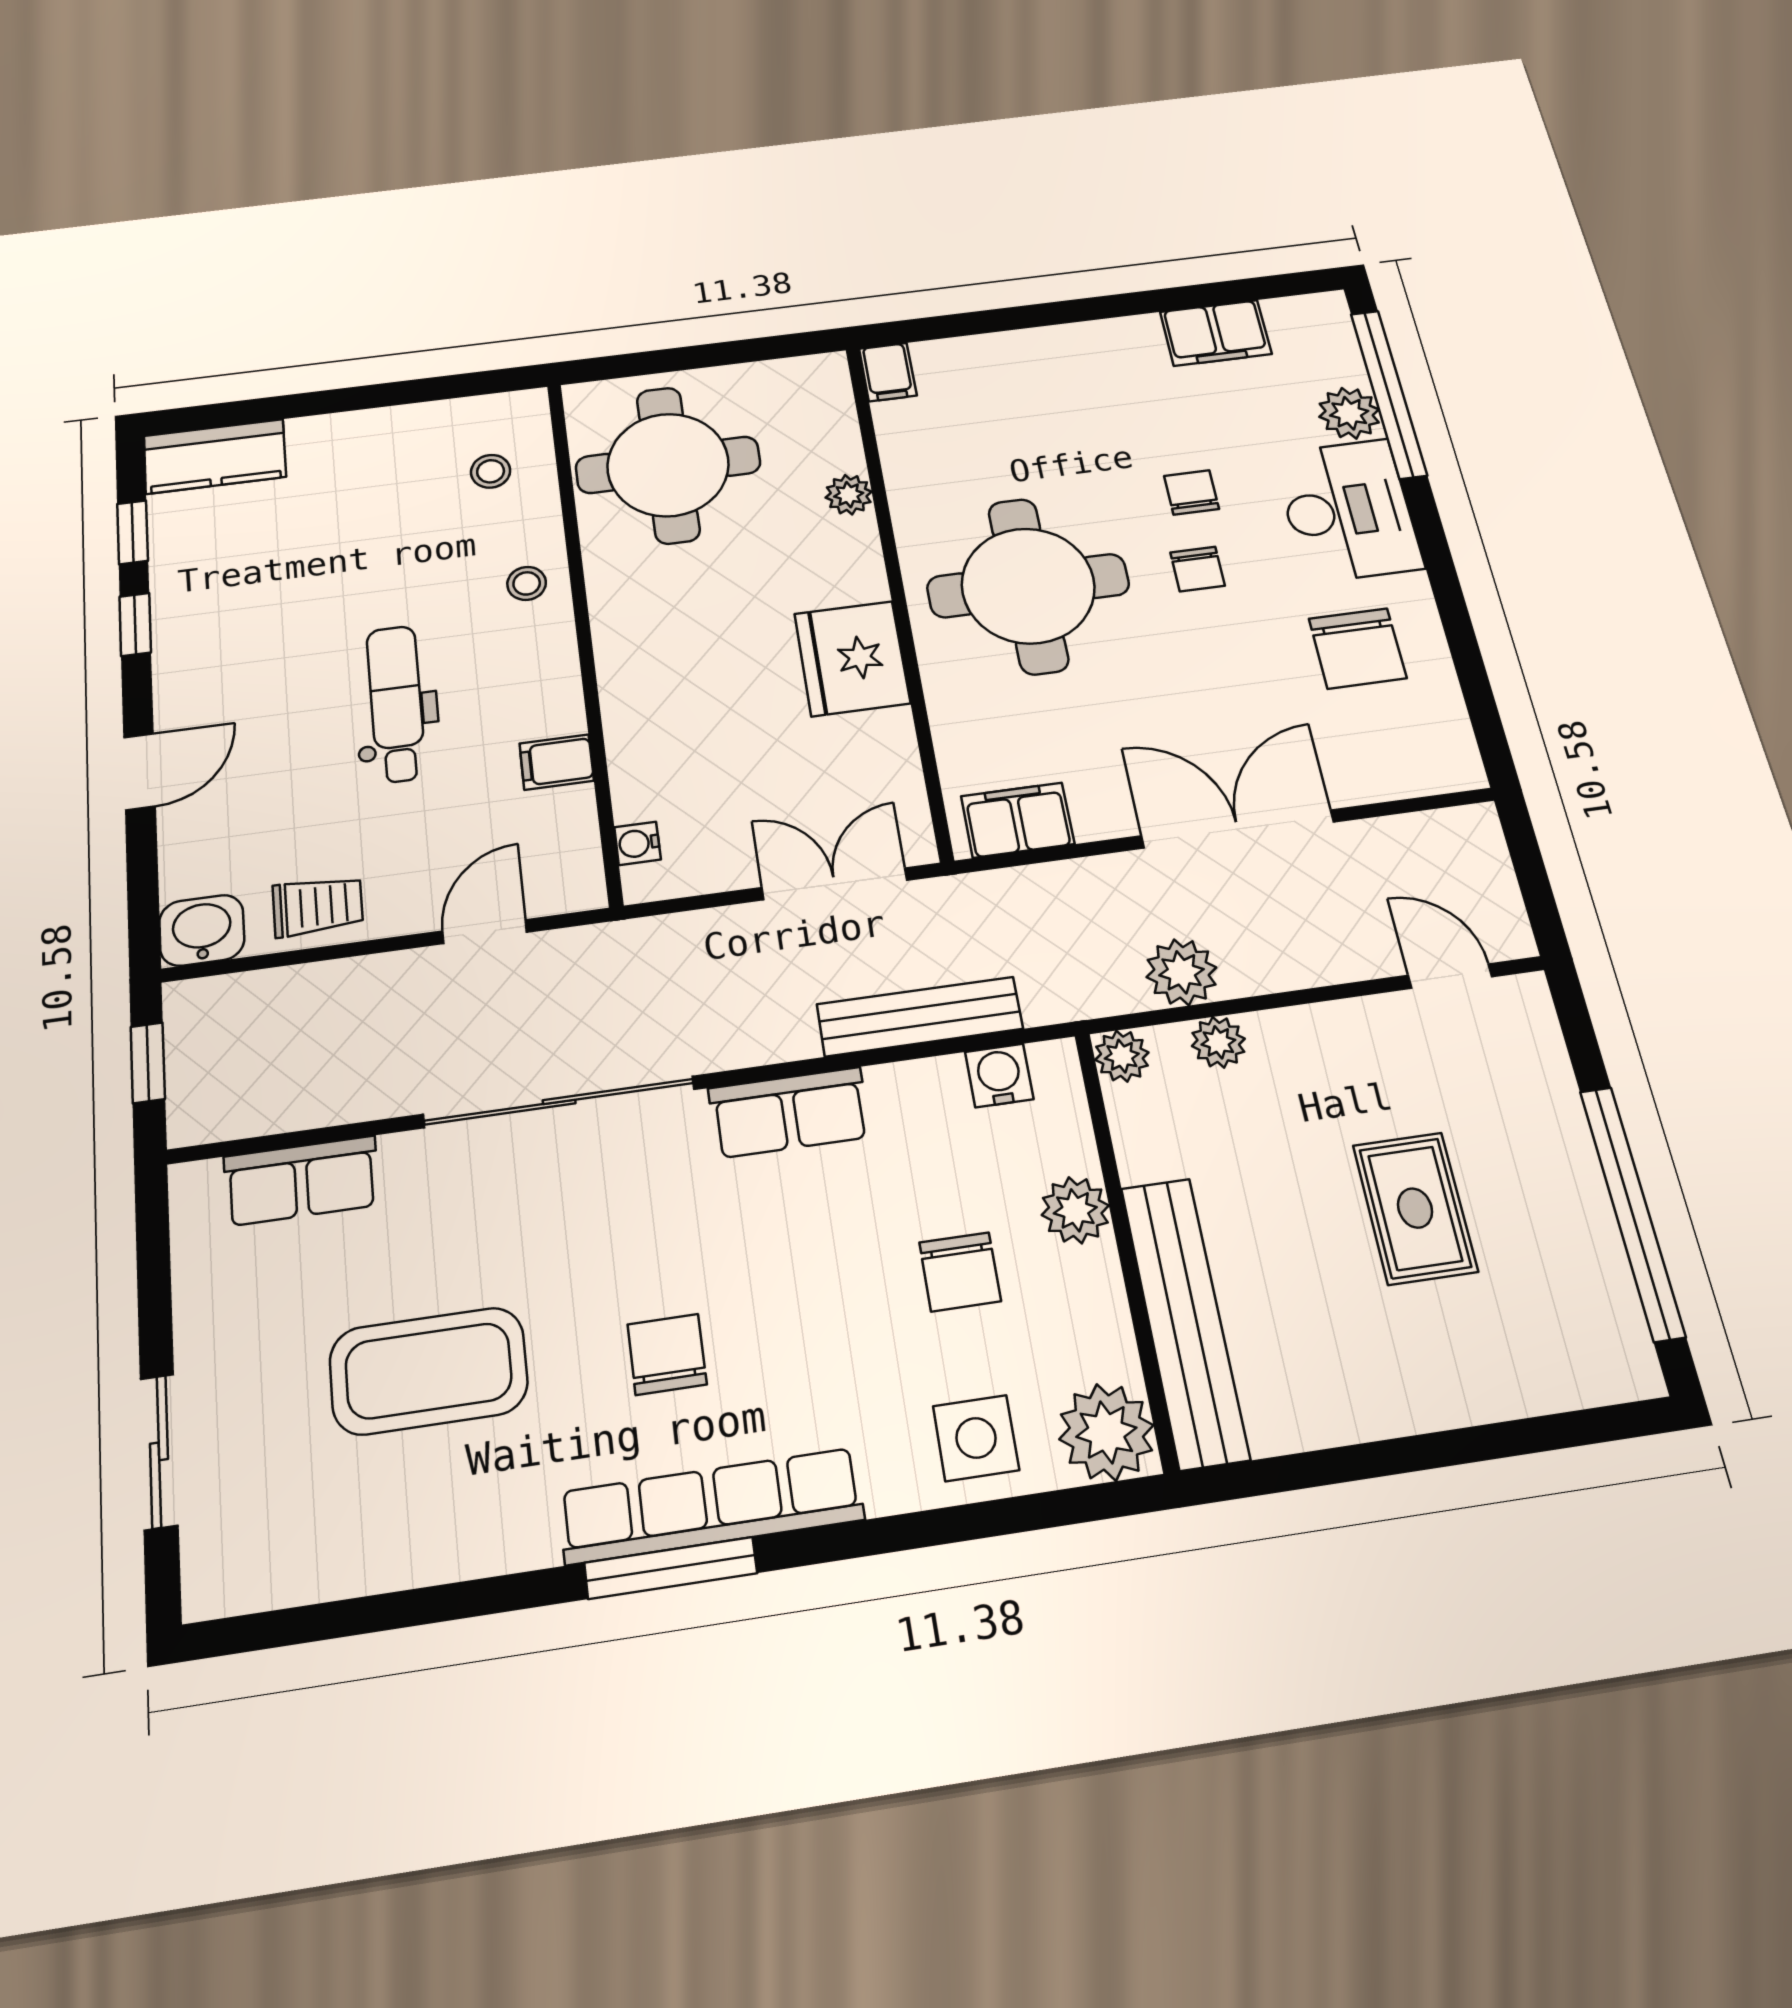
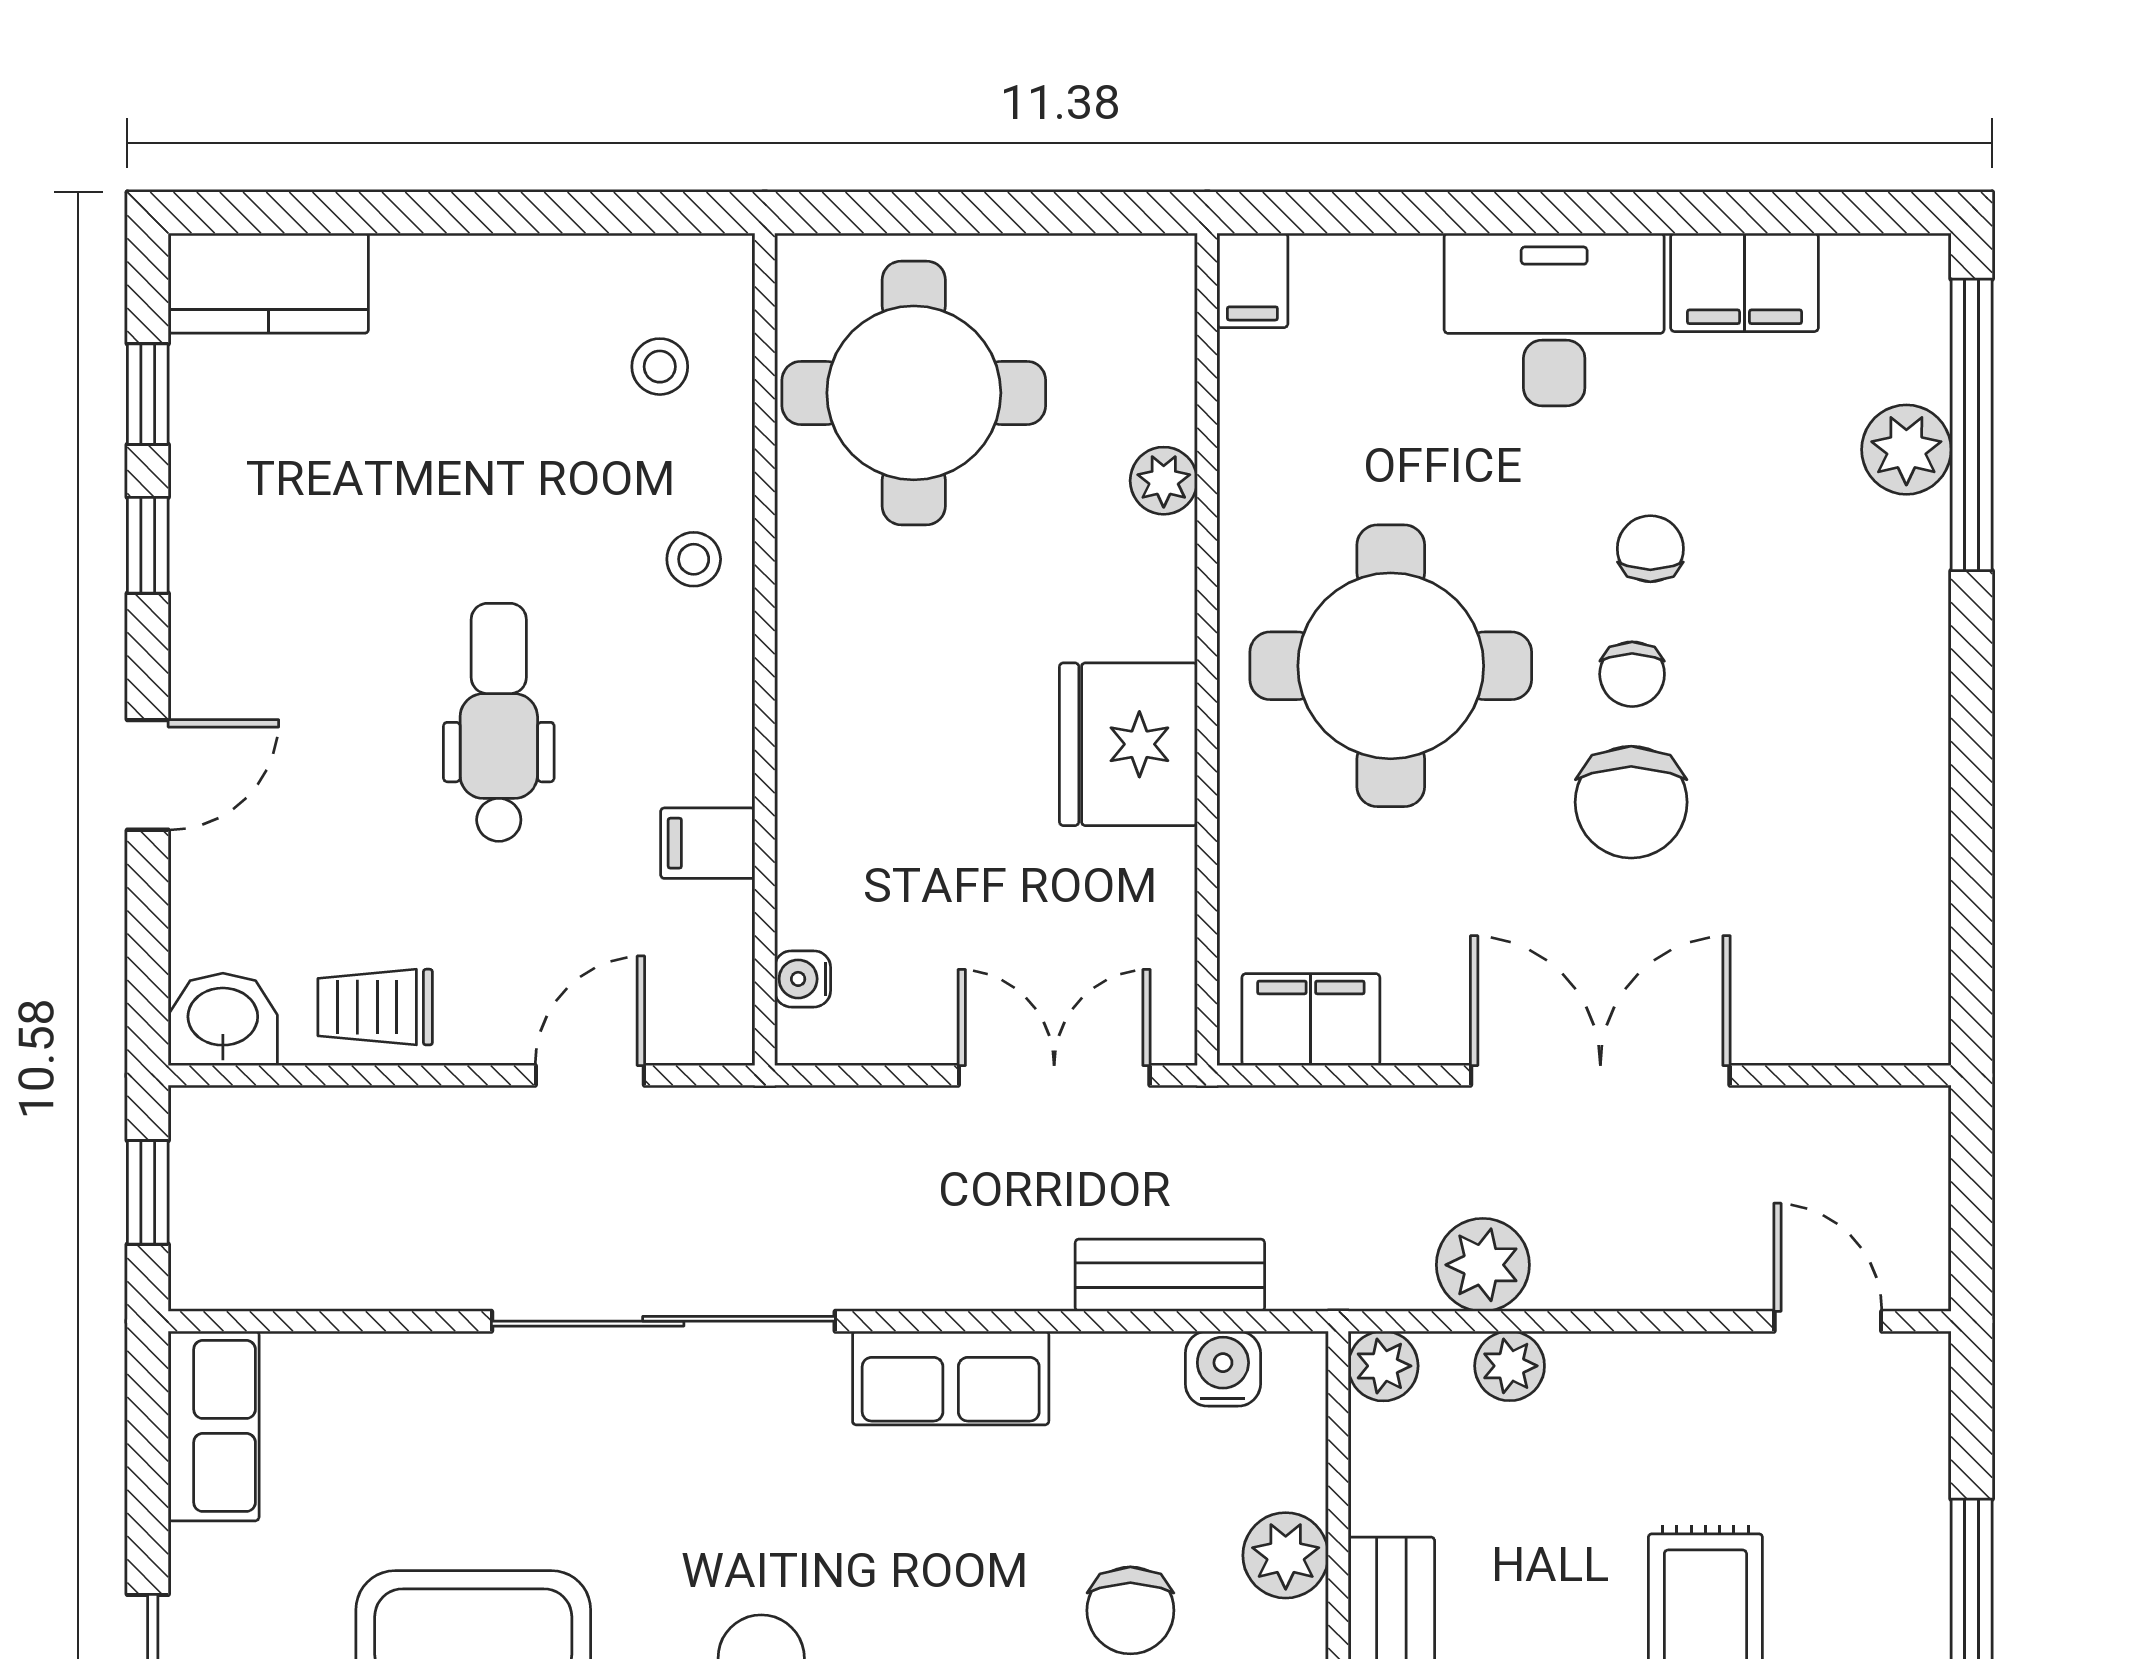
desk: (1348, 510) -> (1554, 319), moved, turned -90
chair: (1358, 648) -> (1631, 802), moved
trolley: (318, 906) -> (375, 1007), turned 180
bench: (920, 1017) -> (1170, 1275), width x0.73
row of seats: (301, 1181) -> (214, 1426), moved, turned -90

